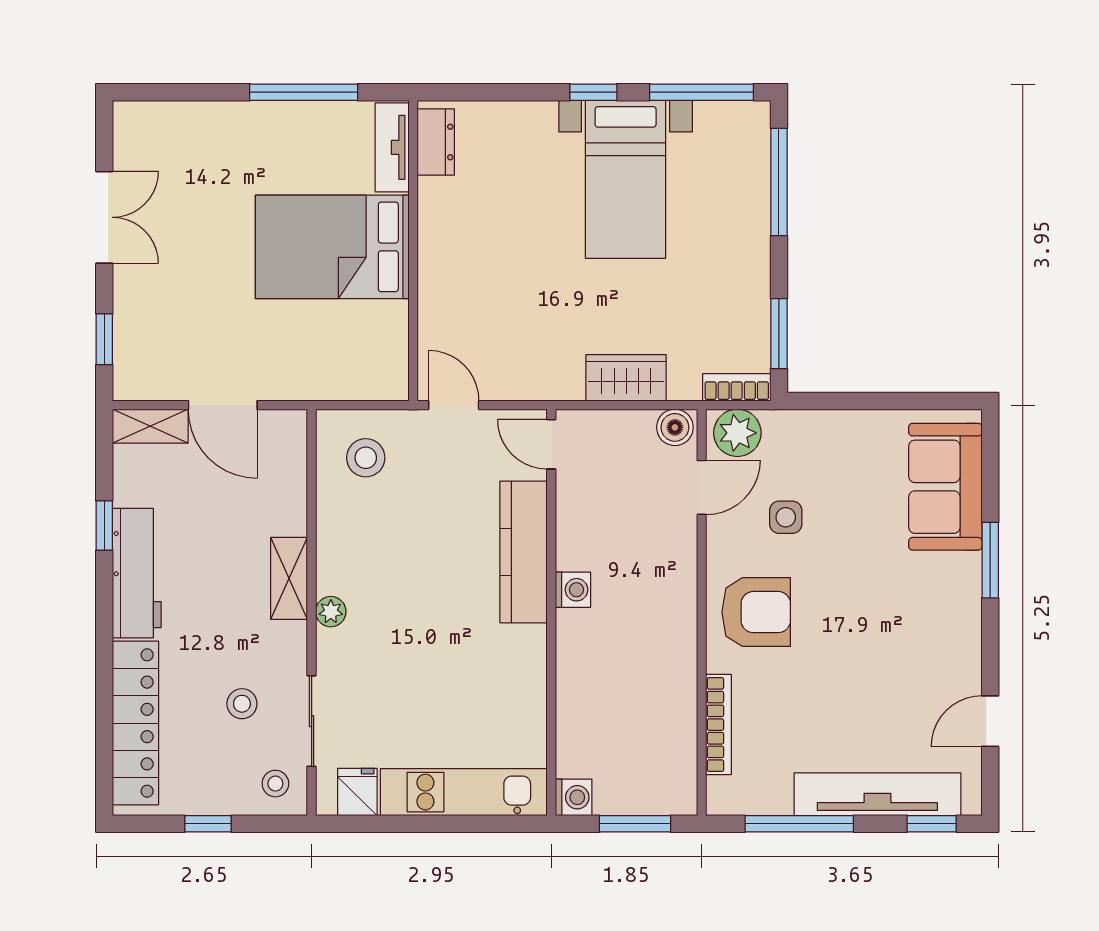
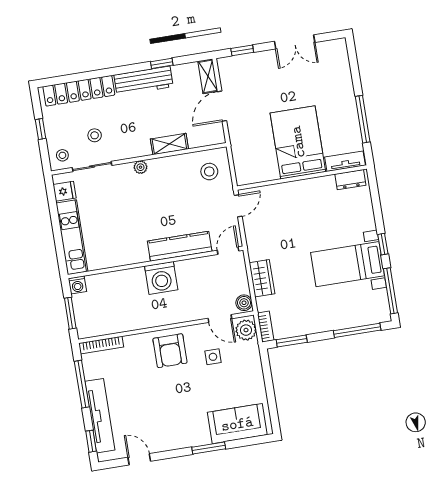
shelving: (289, 578) -> (169, 144), moved
washing machine: (573, 590) -> (161, 278), width x1.89, depth x1.89
bookcase: (719, 725) -> (101, 345), moved

